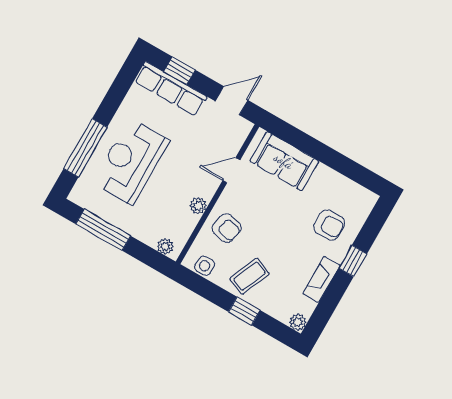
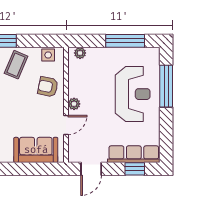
plant: (198, 206) -> (74, 104), moved

